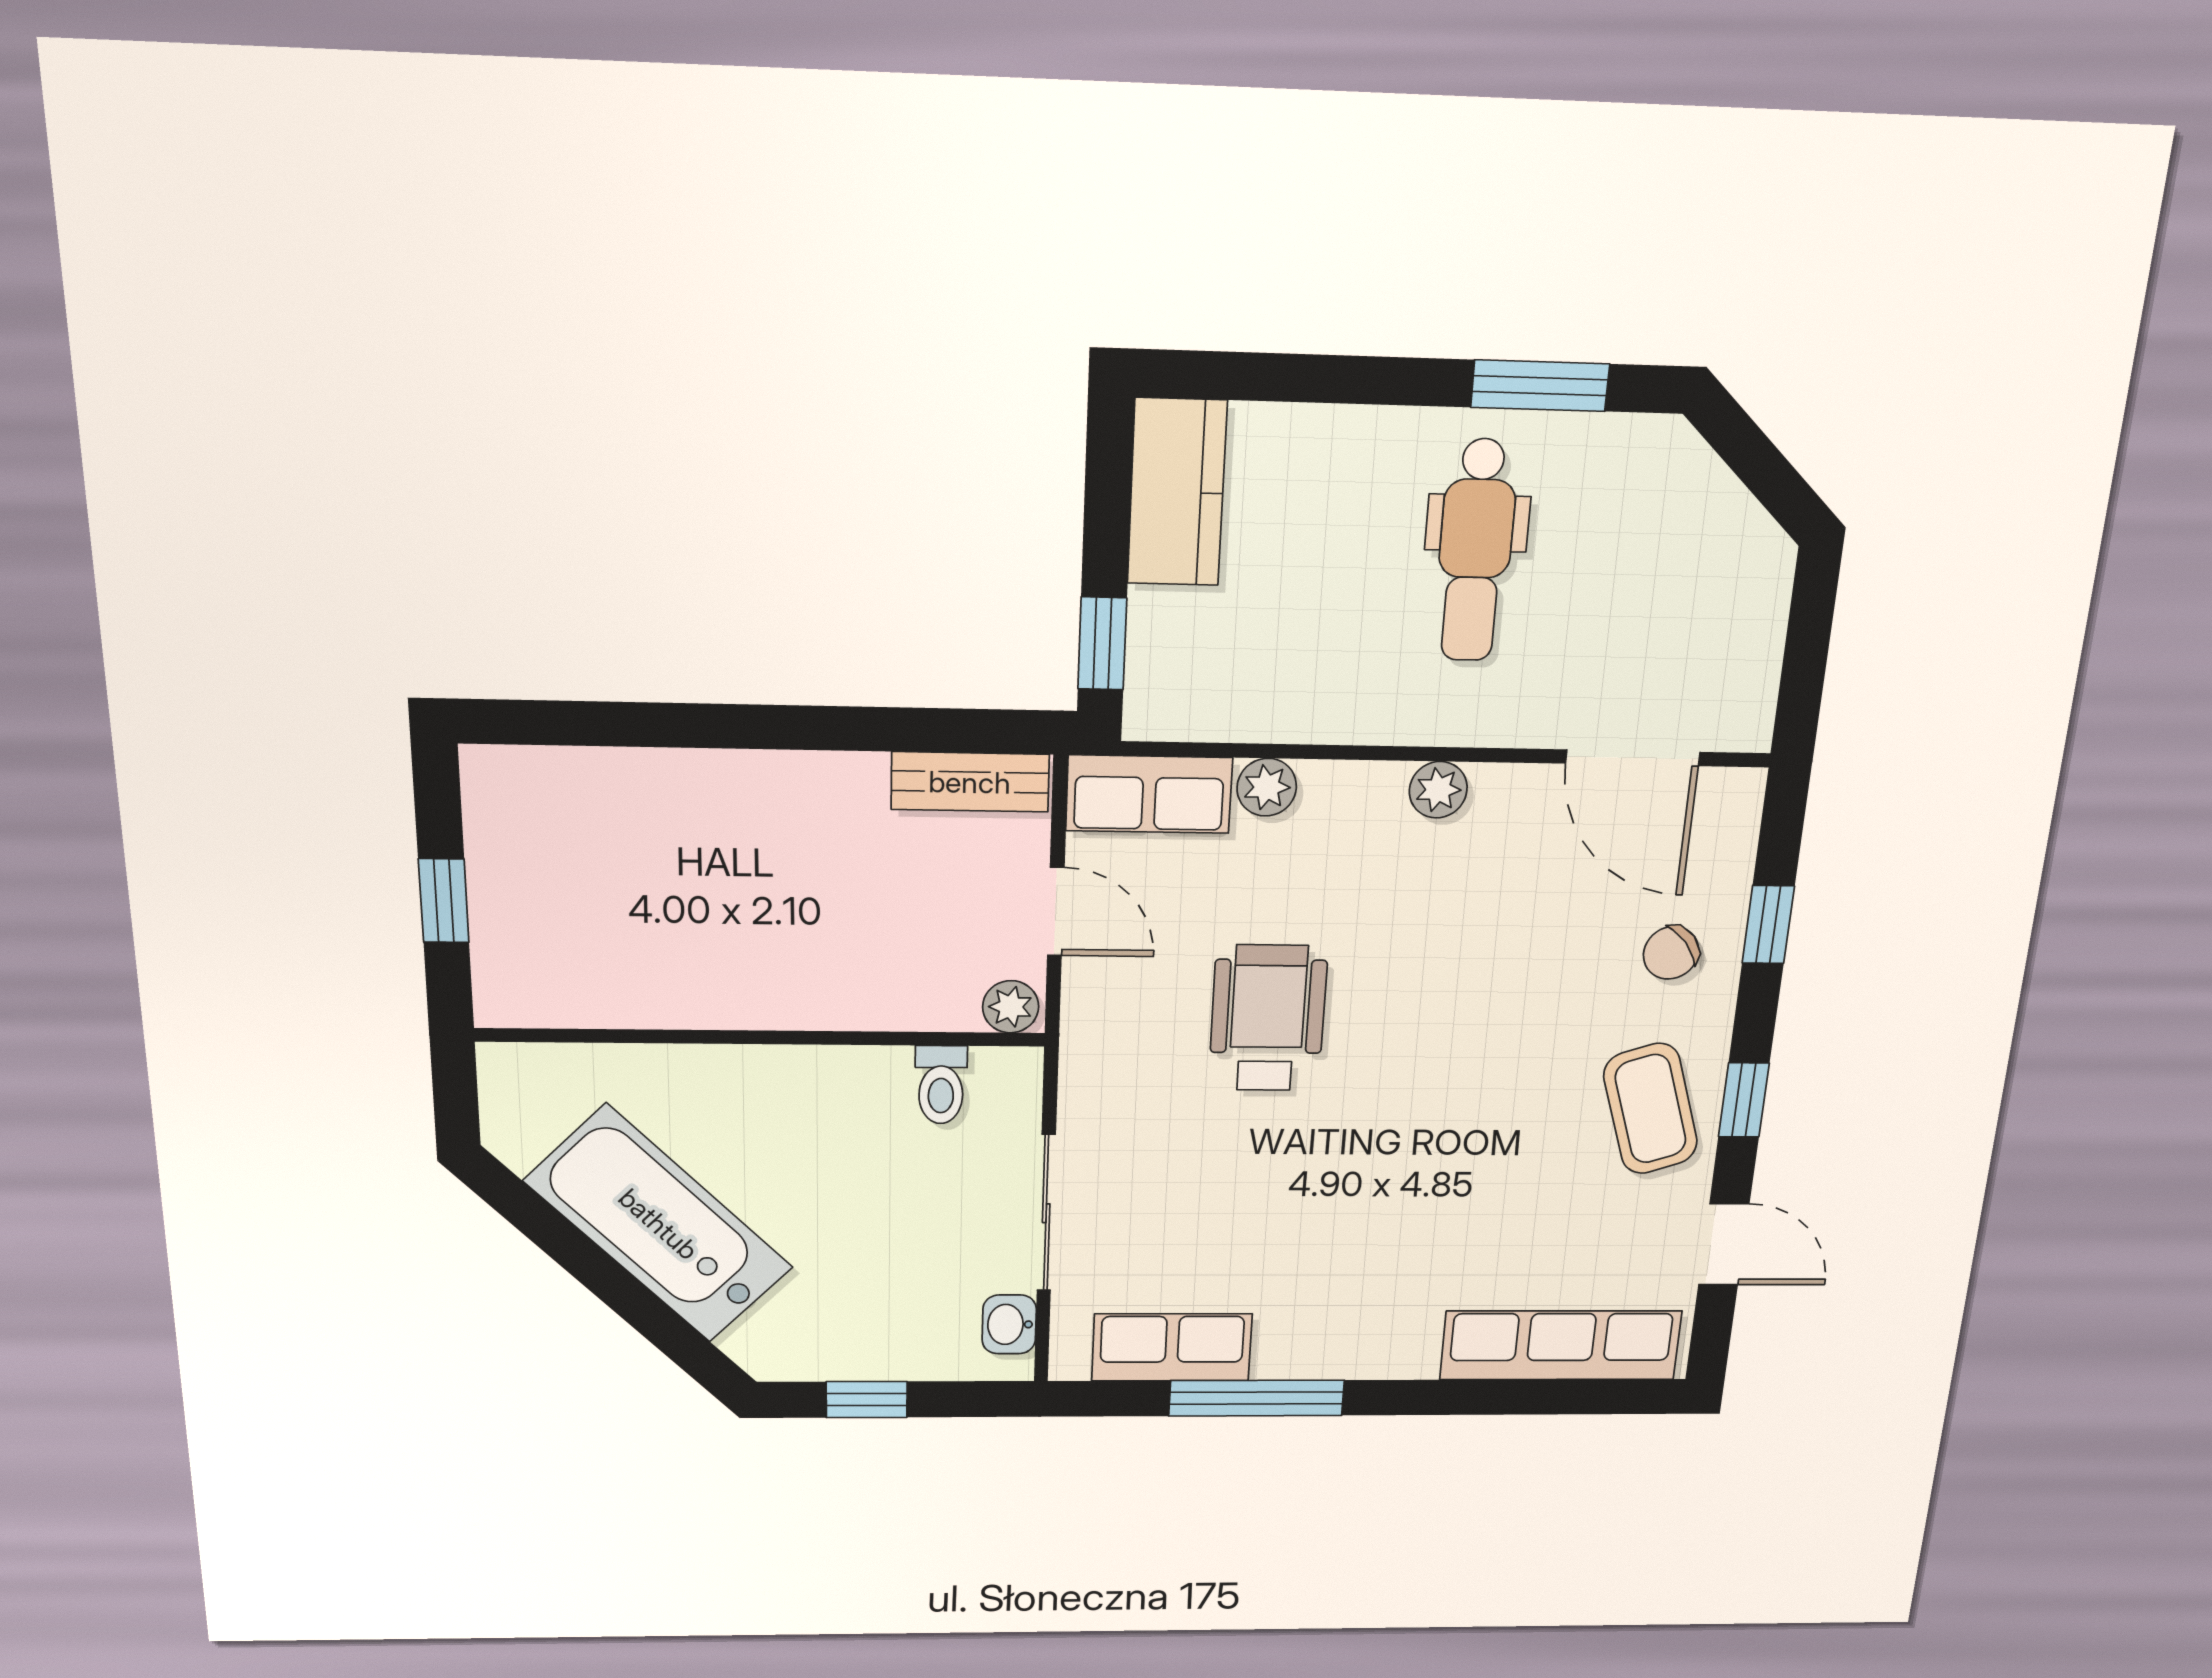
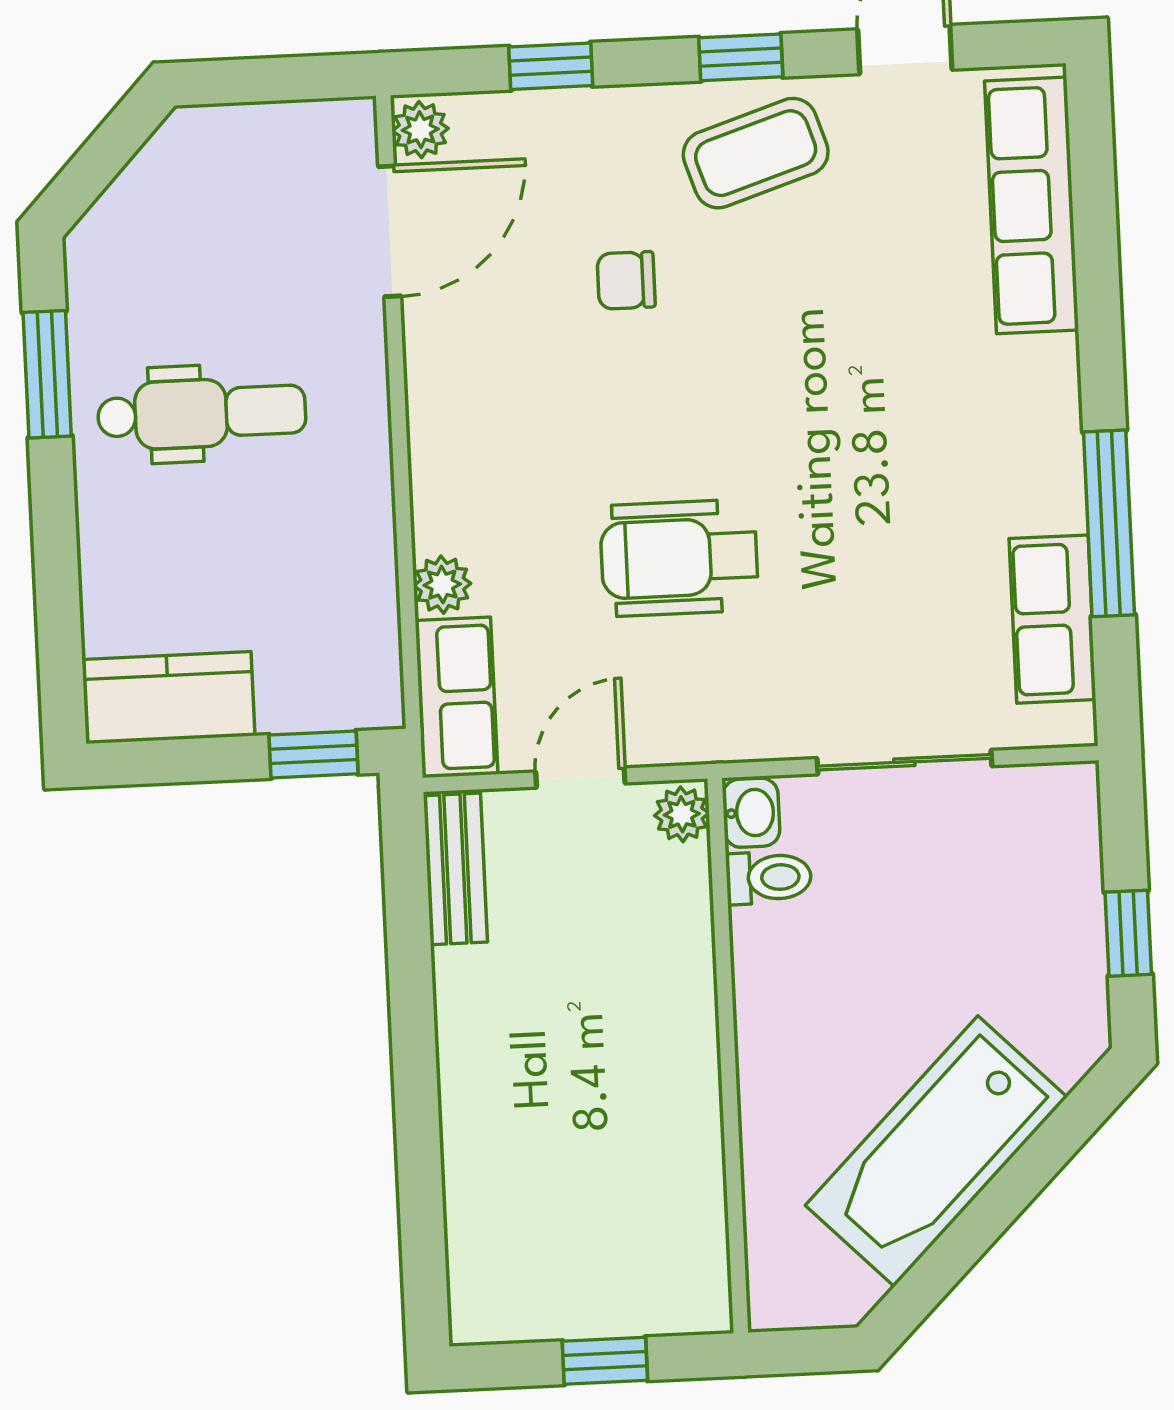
plant: (1438, 790) -> (420, 130), moved
chair: (1671, 953) -> (626, 280), moved, turned 129
washbasin: (1009, 1324) -> (751, 813), moved, turned -90

